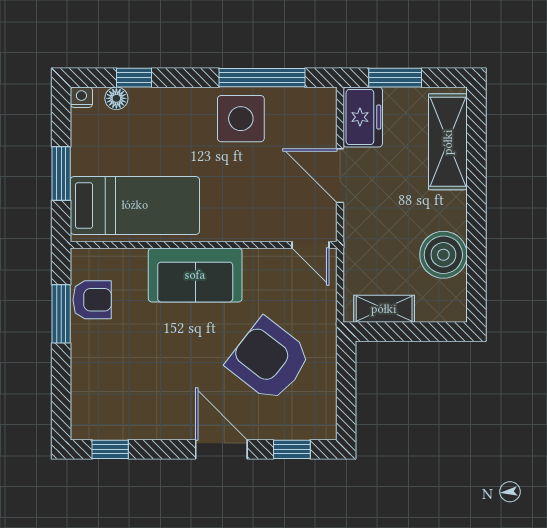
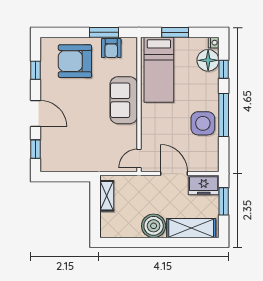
window: (262, 78) -> (224, 115), moved
floor lamp: (116, 98) -> (208, 60), width x1.89, depth x1.89
door: (340, 176) -> (174, 174), hinge flipped
boiler: (443, 255) -> (154, 226), moved
armchair: (269, 360) -> (75, 61), moved, turned -128
window: (110, 449) -> (36, 70), moved
door: (221, 449) -> (36, 113), hinge flipped

